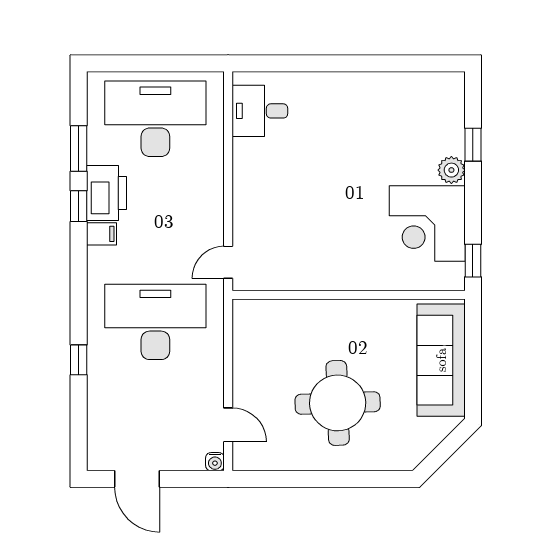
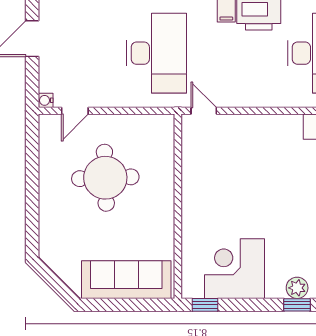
plant: (451, 170) -> (297, 288), moved
round table: (338, 403) -> (105, 178), moved

